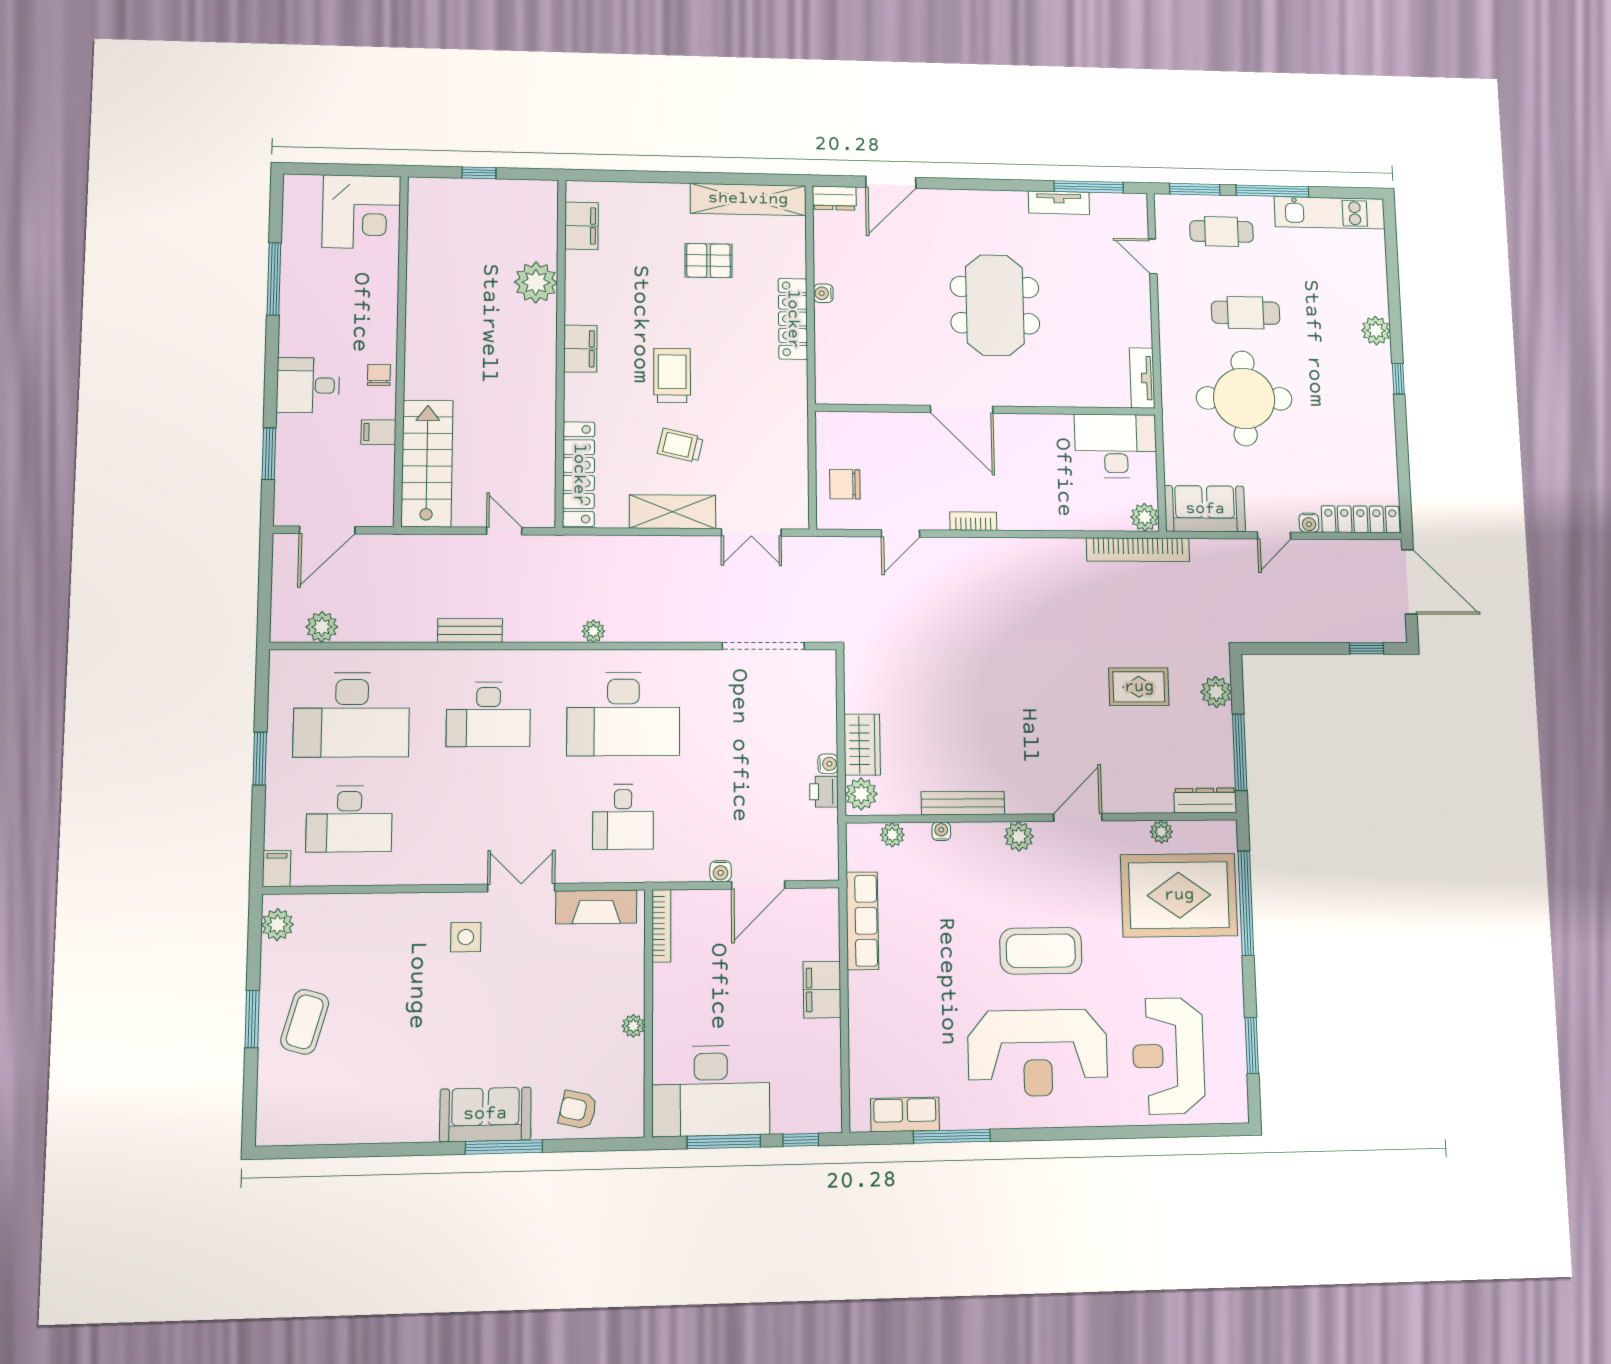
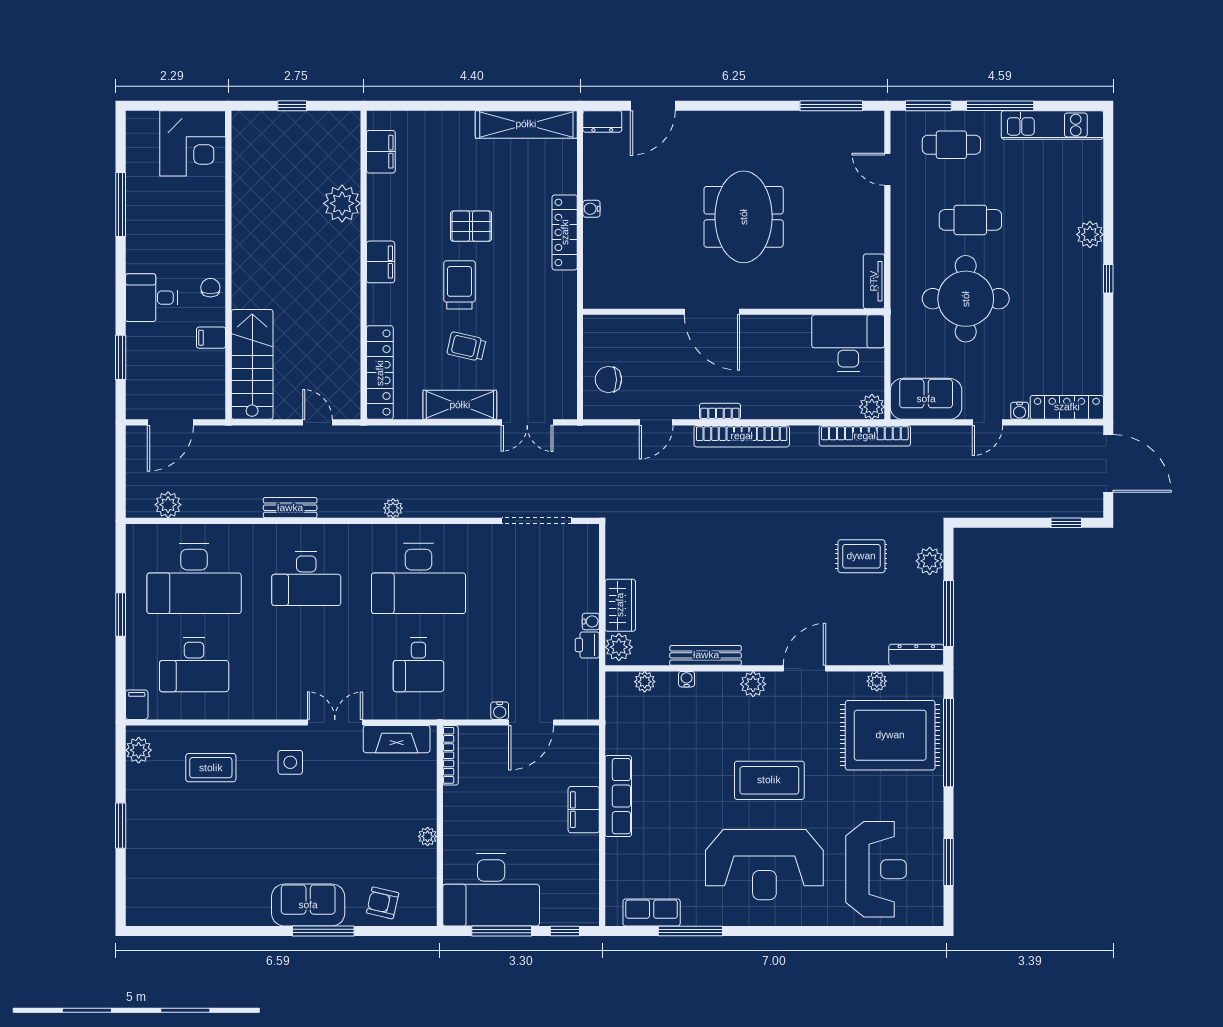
tv unit: (1059, 203) -> (804, 121), removed
pallet: (709, 261) -> (471, 226), moved
bookcase: (999, 549) -> (742, 436), added
row of seats: (862, 921) -> (618, 796), moved
coffee table: (305, 1022) -> (211, 768), moved, turned 74
reception desk: (1168, 1056) -> (876, 869), turned 180

